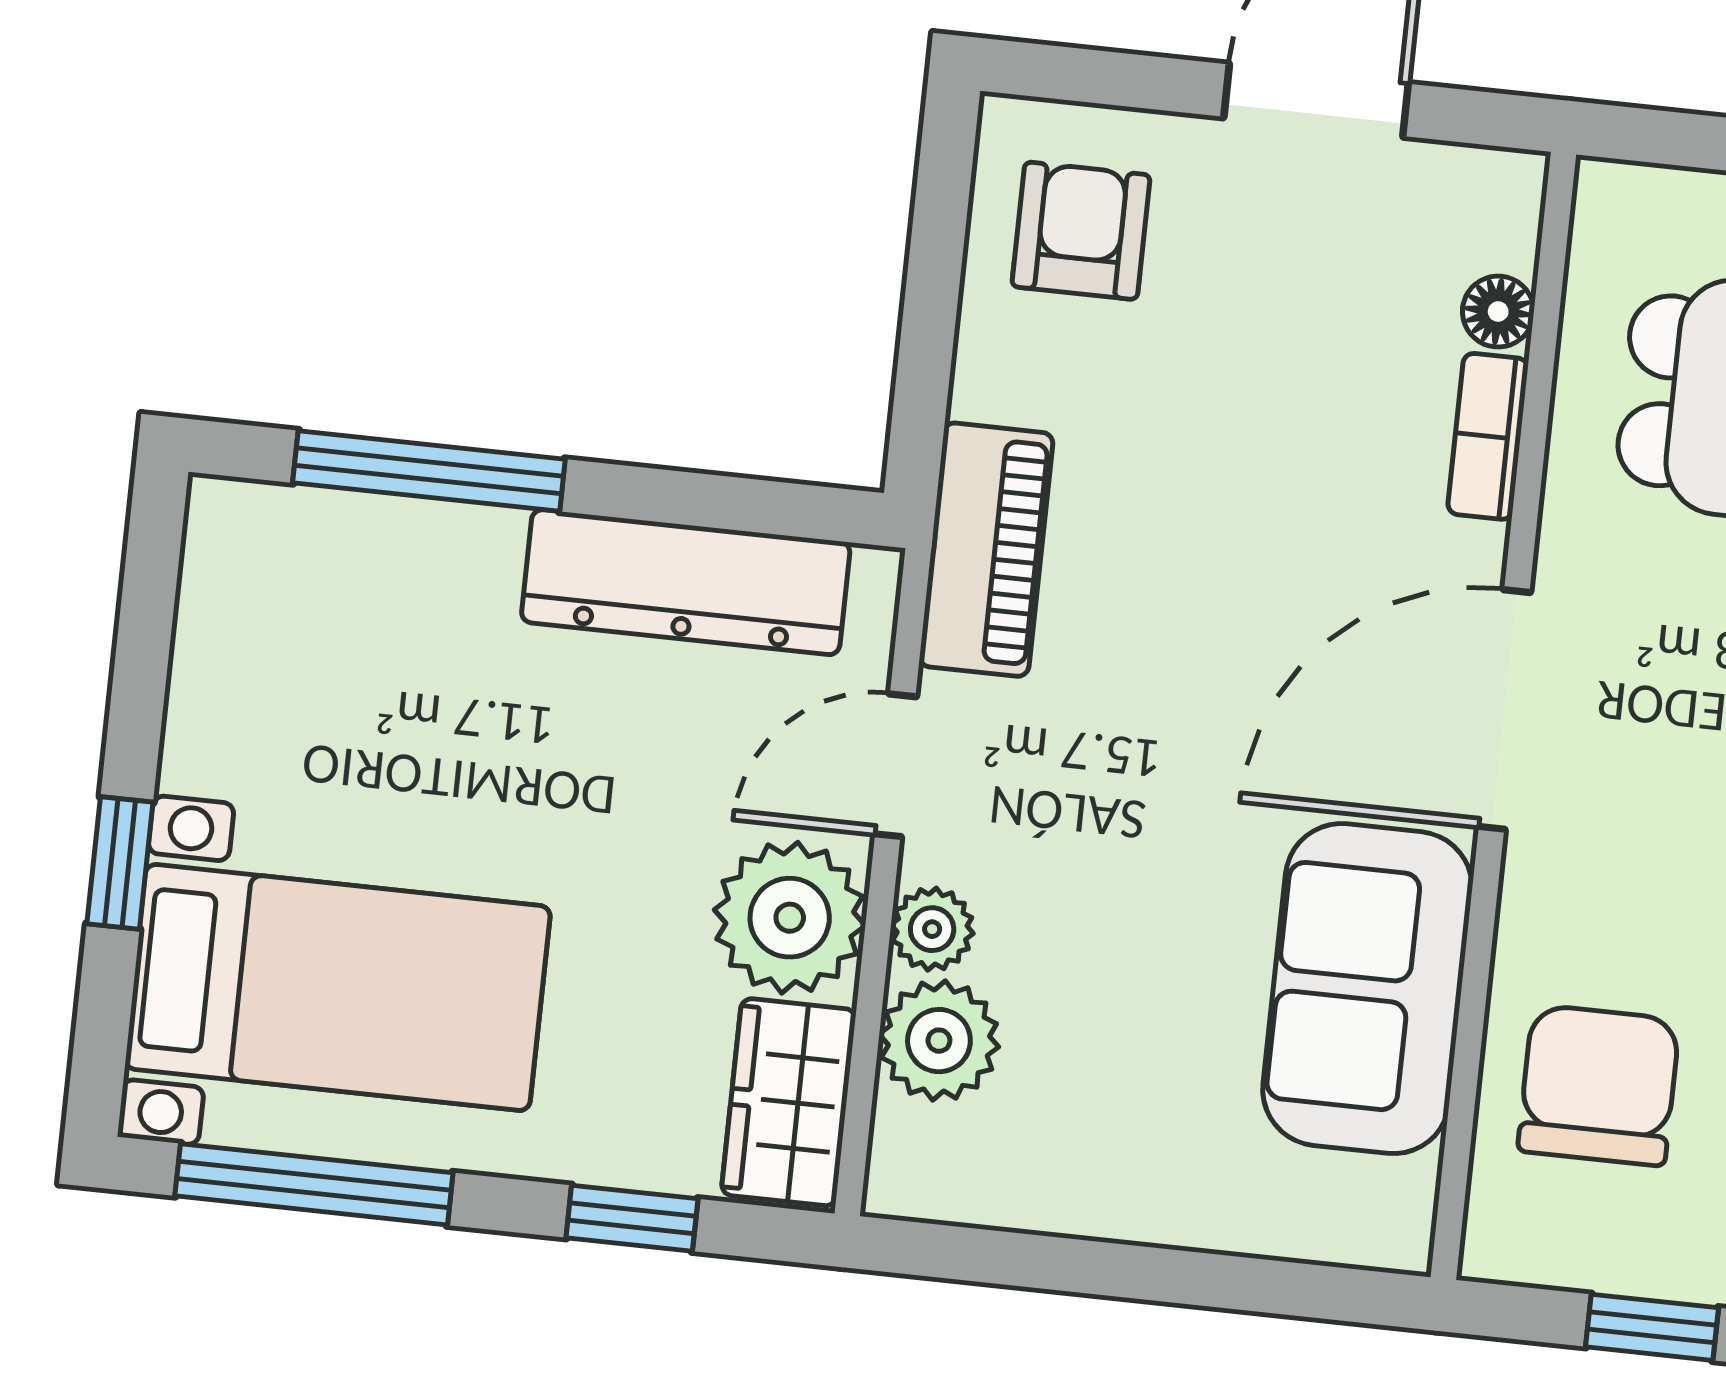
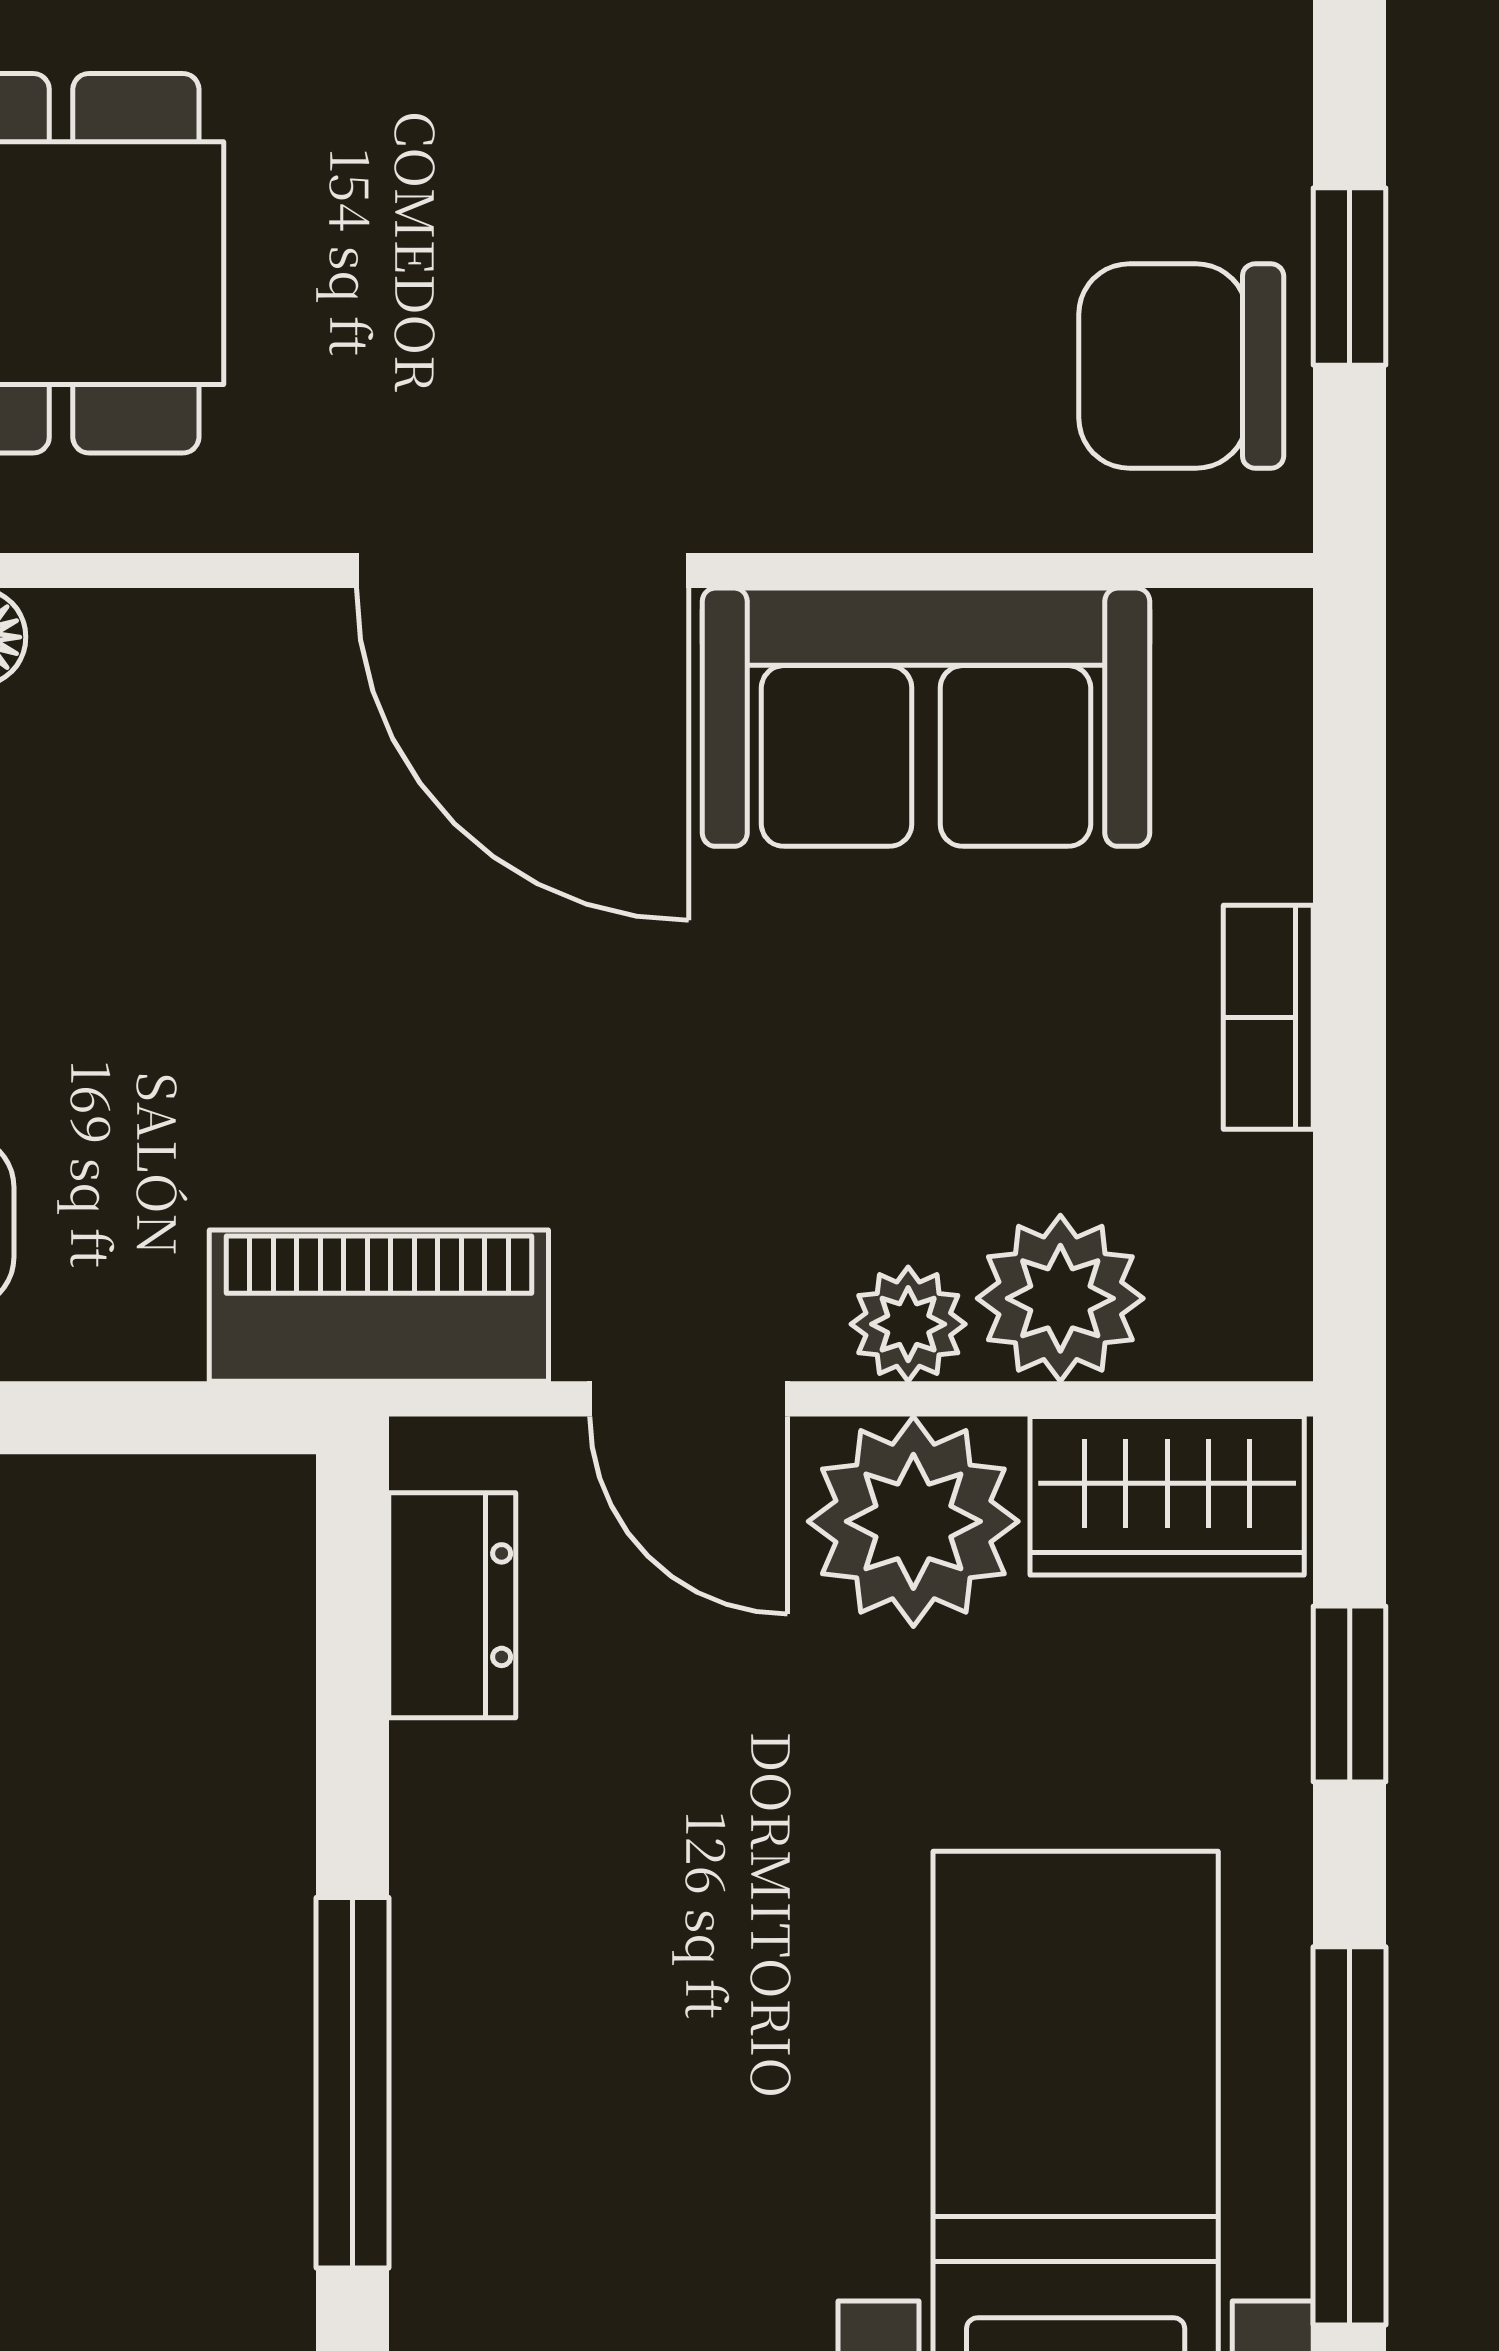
bookcase: (1488, 436) -> (1268, 1017), moved, turned 90
dresser: (686, 582) -> (452, 1605), width x0.51, depth x0.80
chair: (1599, 1085) -> (1181, 366), moved

